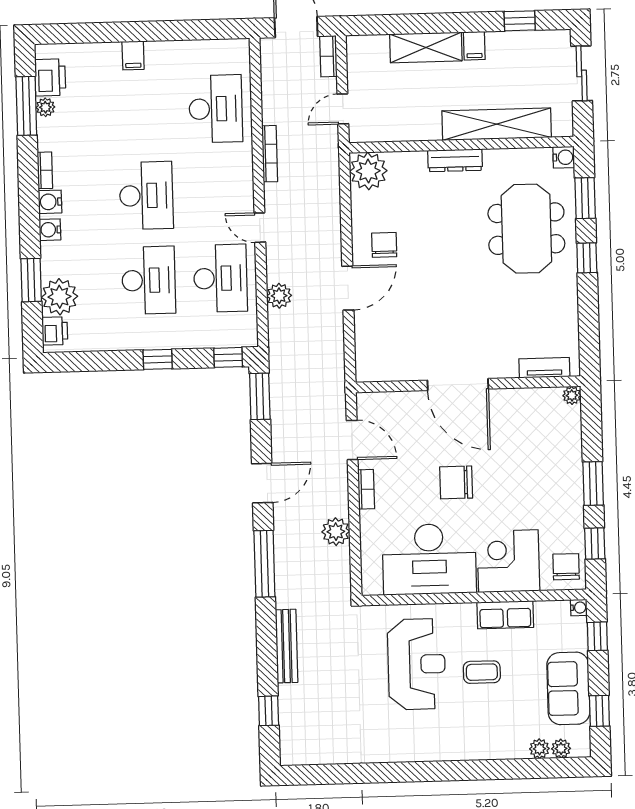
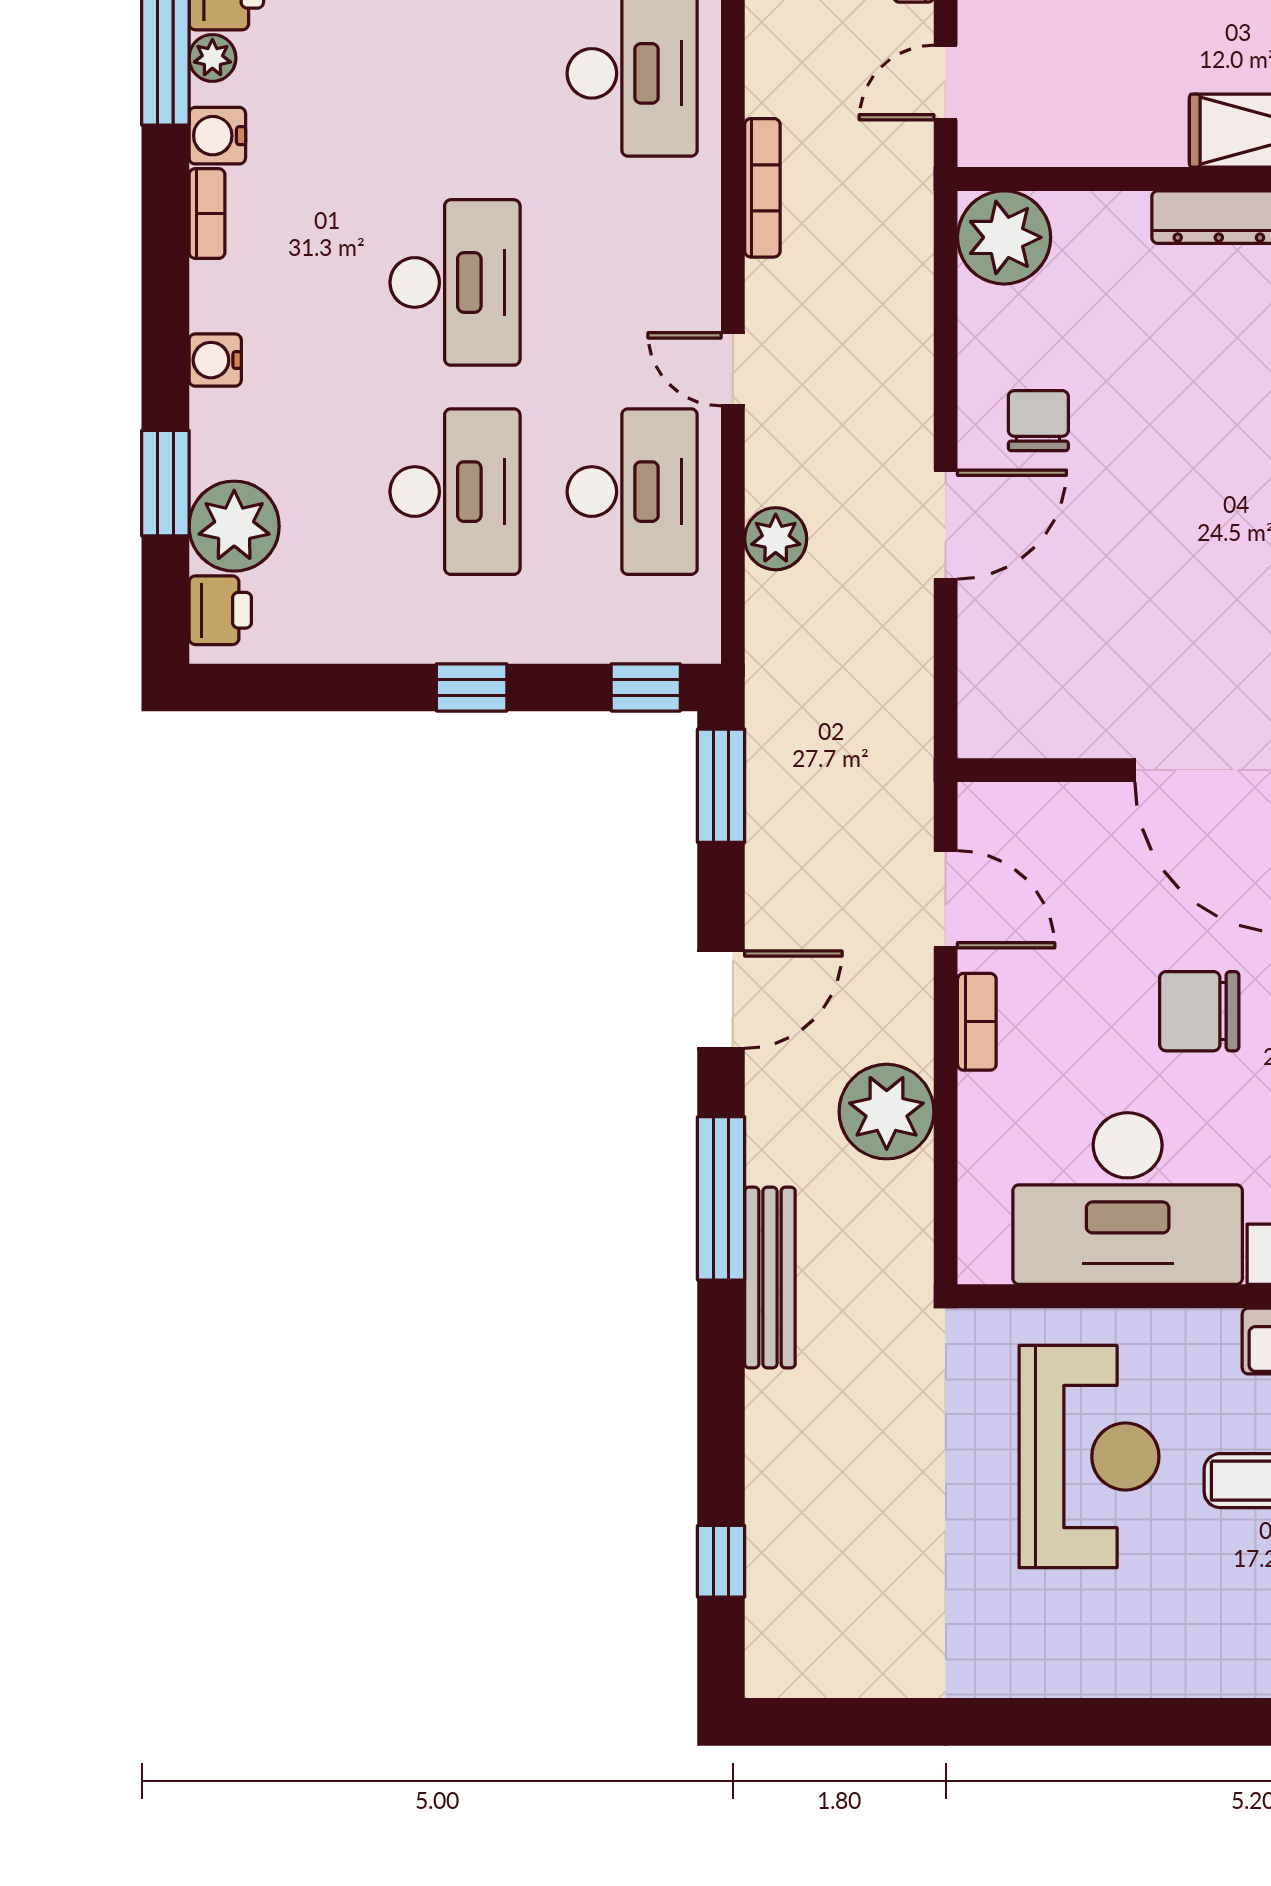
water cooler: (50, 202) -> (217, 136), moved
plant: (336, 532) -> (887, 1112), width x1.36, depth x1.36
bench: (287, 646) -> (770, 1278), moved

